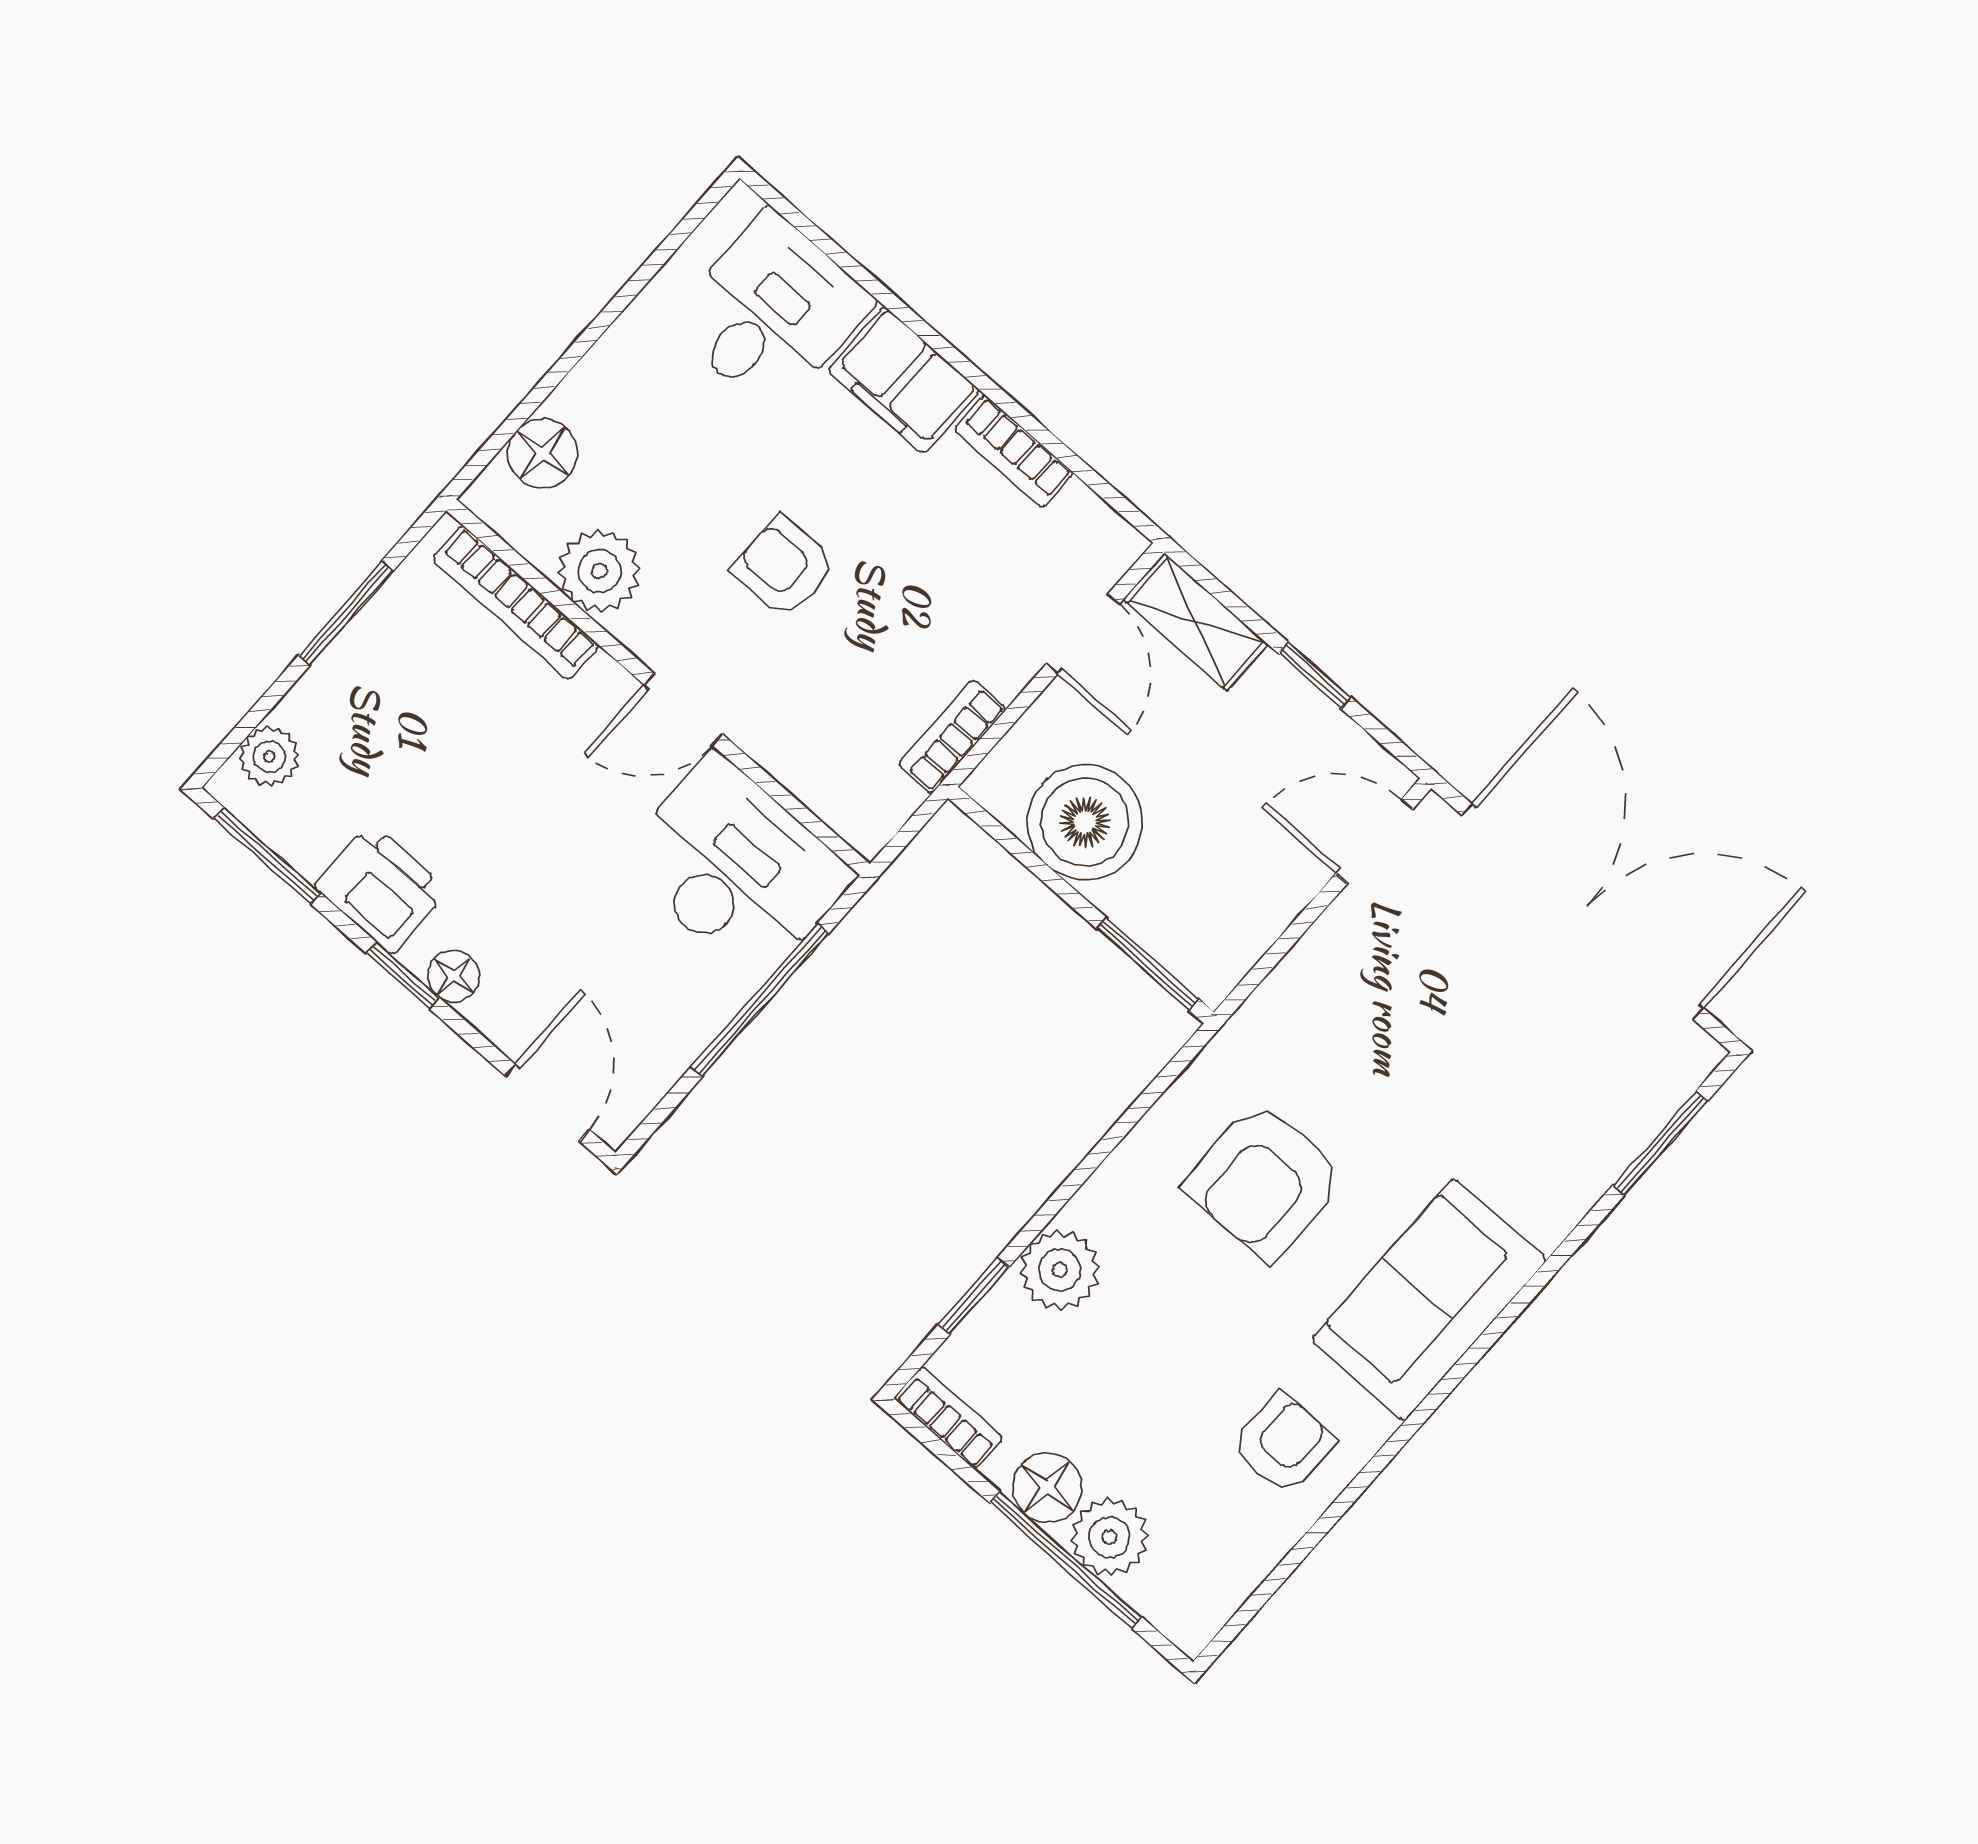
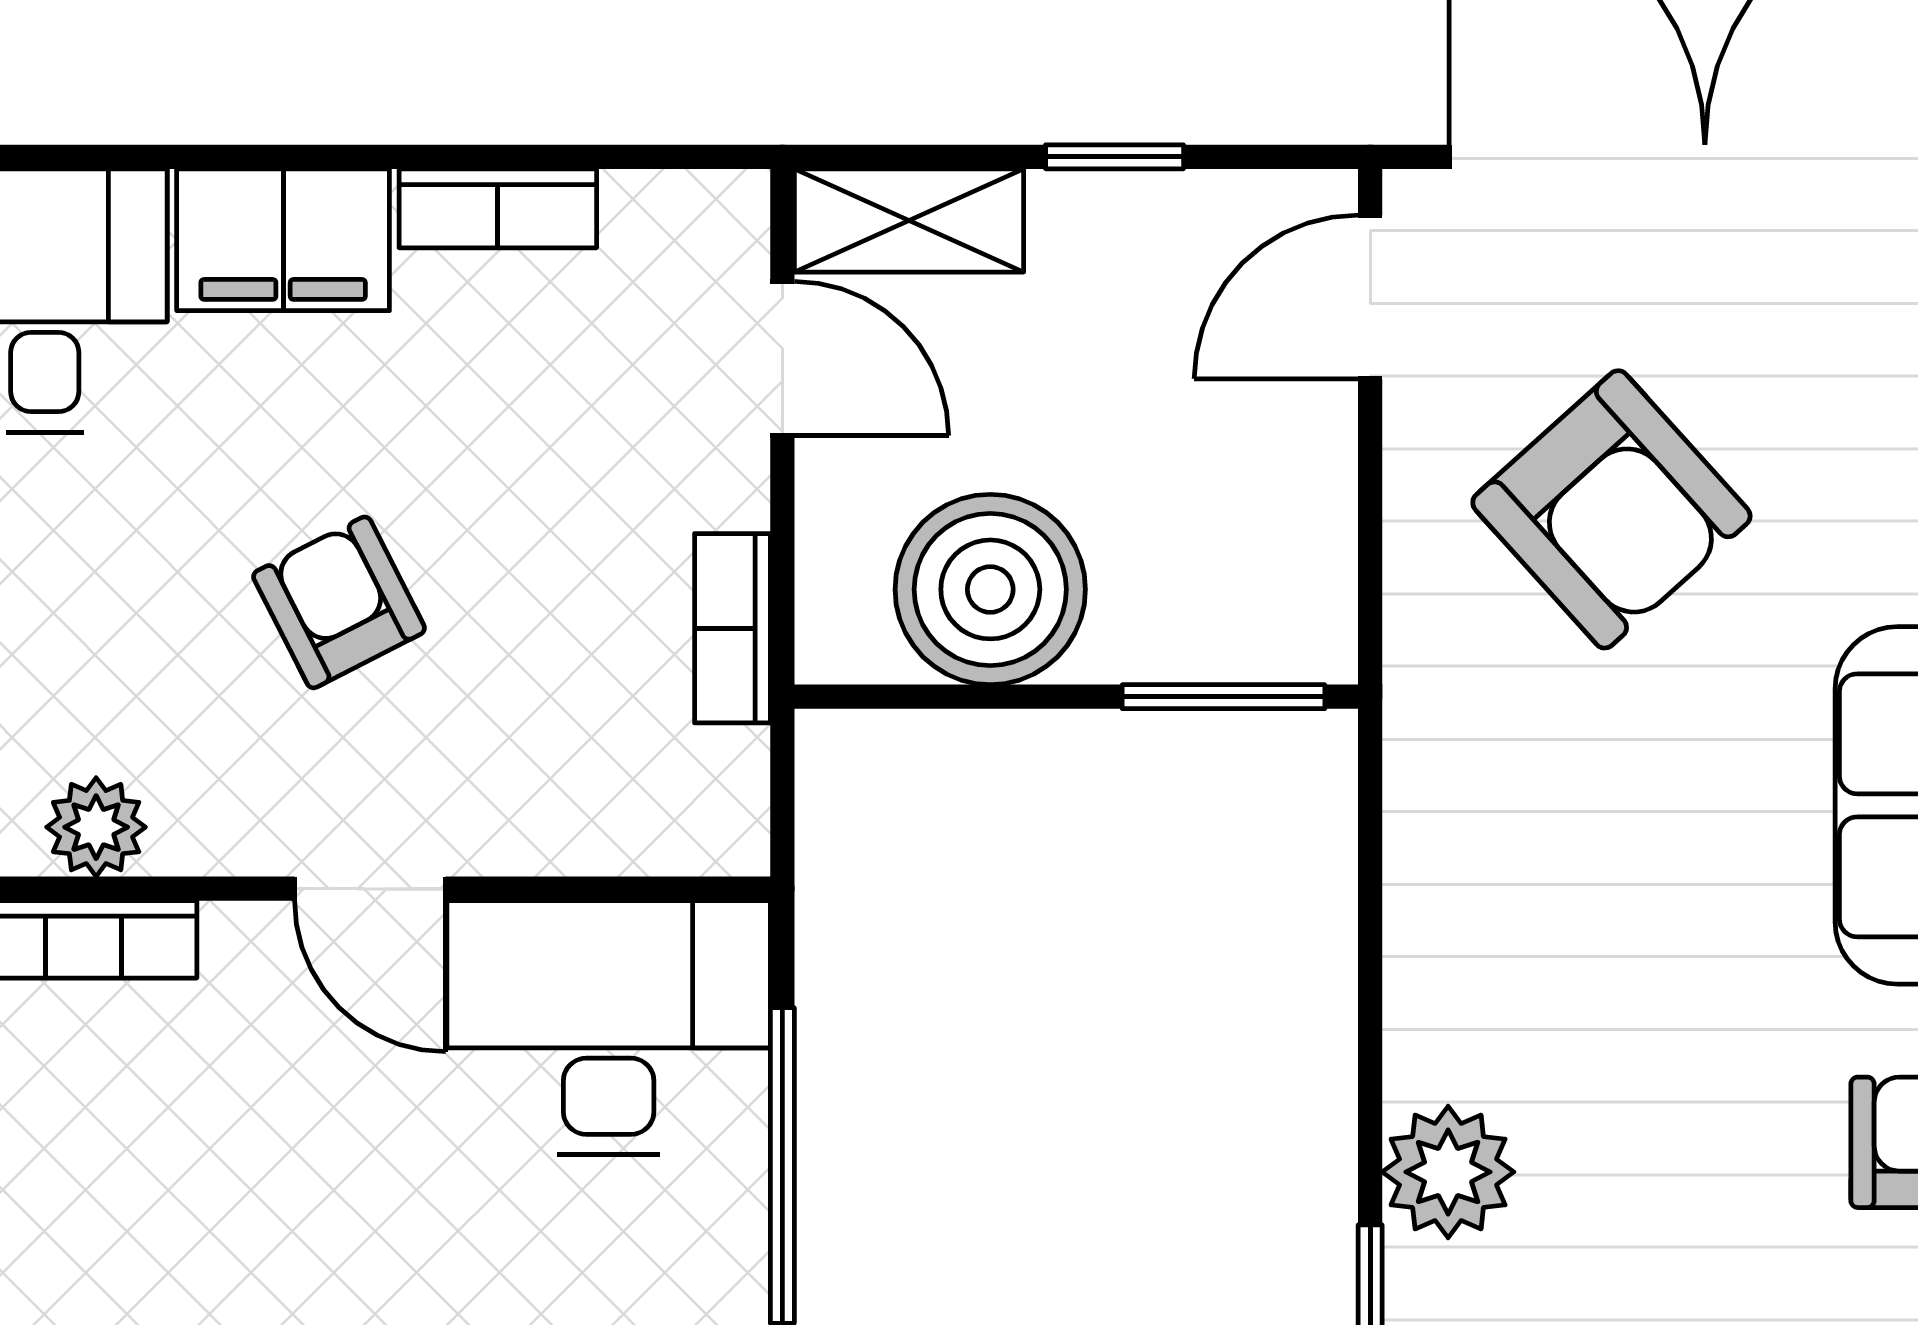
armchair: (784, 567) -> (339, 602), turned 63
plant: (599, 571) -> (96, 827), width x0.73, depth x0.73
door: (683, 710) -> (370, 889), hinge flipped
armchair: (1265, 1181) -> (1611, 509), moved, turned -41

